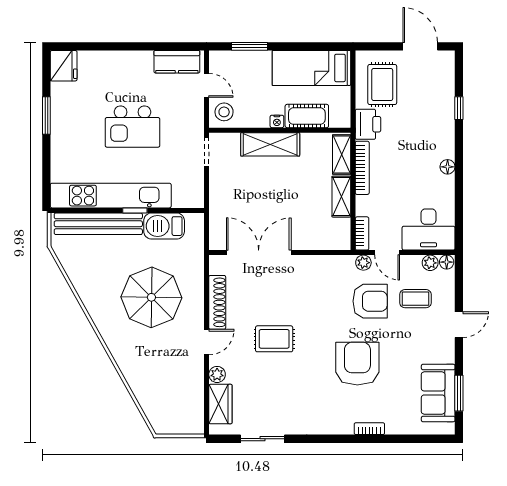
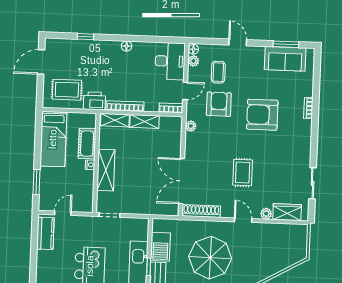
stool: (224, 112) -> (82, 202), removed
plant: (363, 263) -> (191, 126), moved
shoe rack: (217, 302) -> (201, 211), moved

